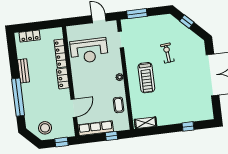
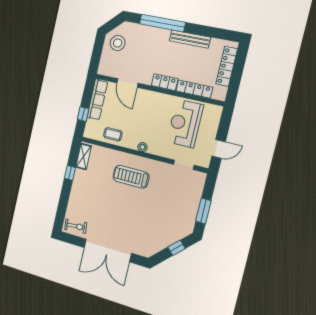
window: (137, 14) -> (203, 211), moved
locker: (30, 36) -> (227, 66), width x1.53
exercise bike: (167, 53) -> (76, 226), moved
bench: (23, 71) -> (190, 39), width x1.36
window: (188, 126) -> (70, 173), moved
window: (62, 142) -> (96, 56), removed

